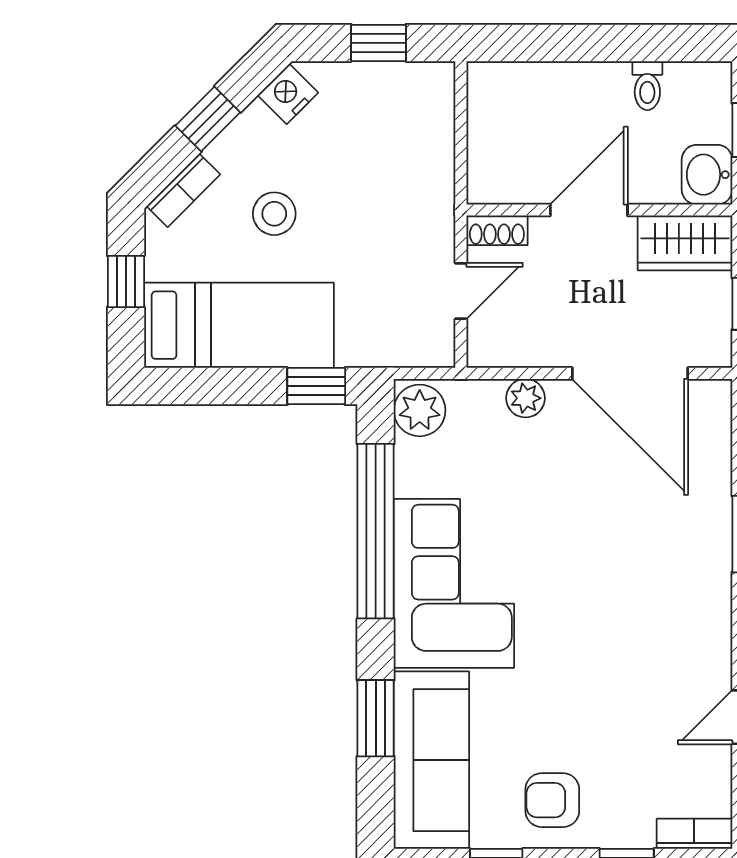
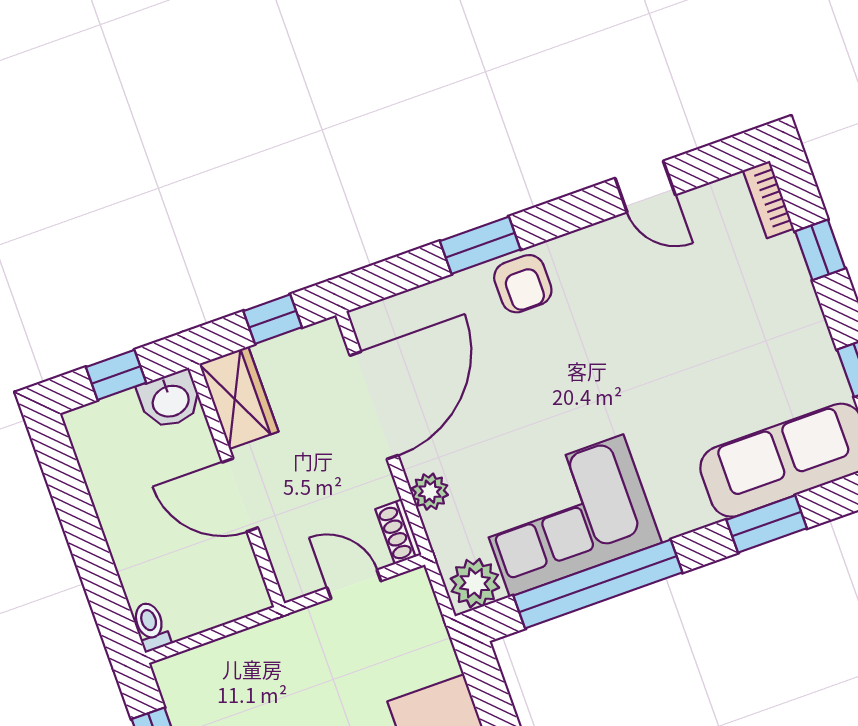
toilet: (647, 86) -> (151, 626), moved, turned -90
shoe rack: (497, 230) -> (398, 532), moved, turned 180
window: (316, 386) -> (486, 684), removed
corner sofa: (454, 583) -> (567, 516), moved
armchair: (552, 800) -> (523, 284), moved

